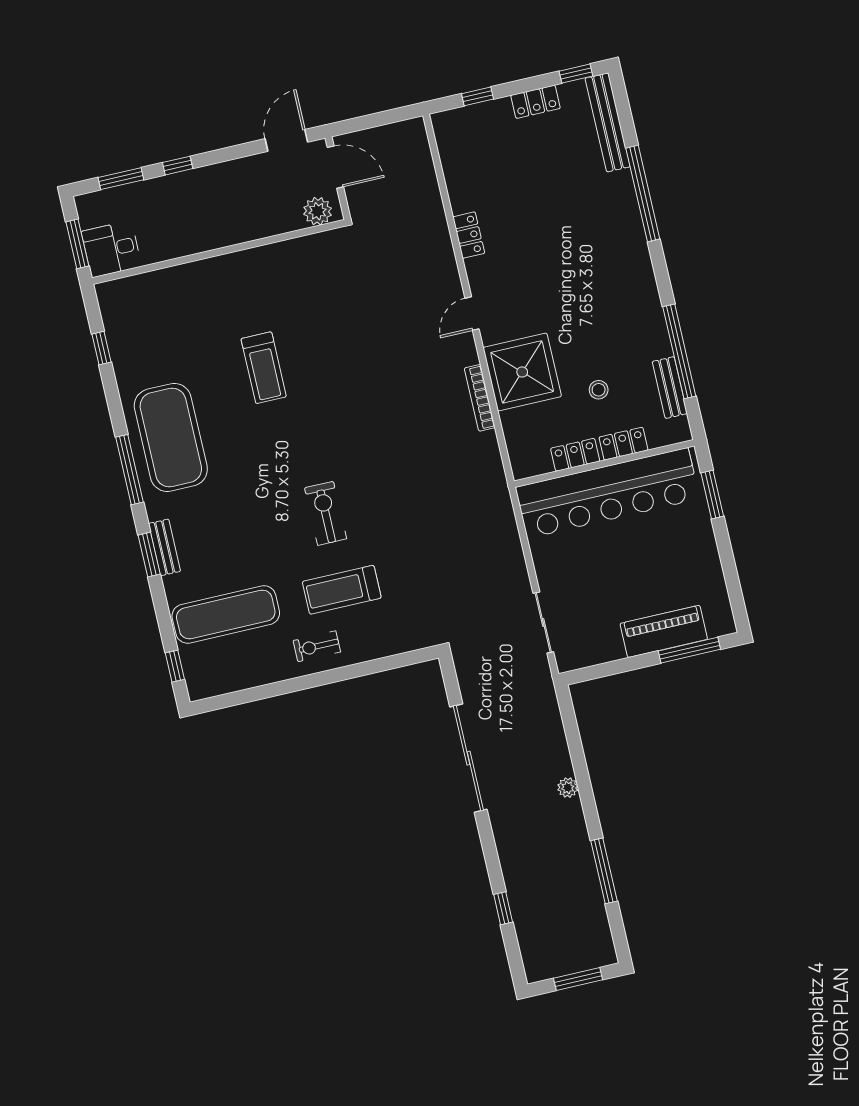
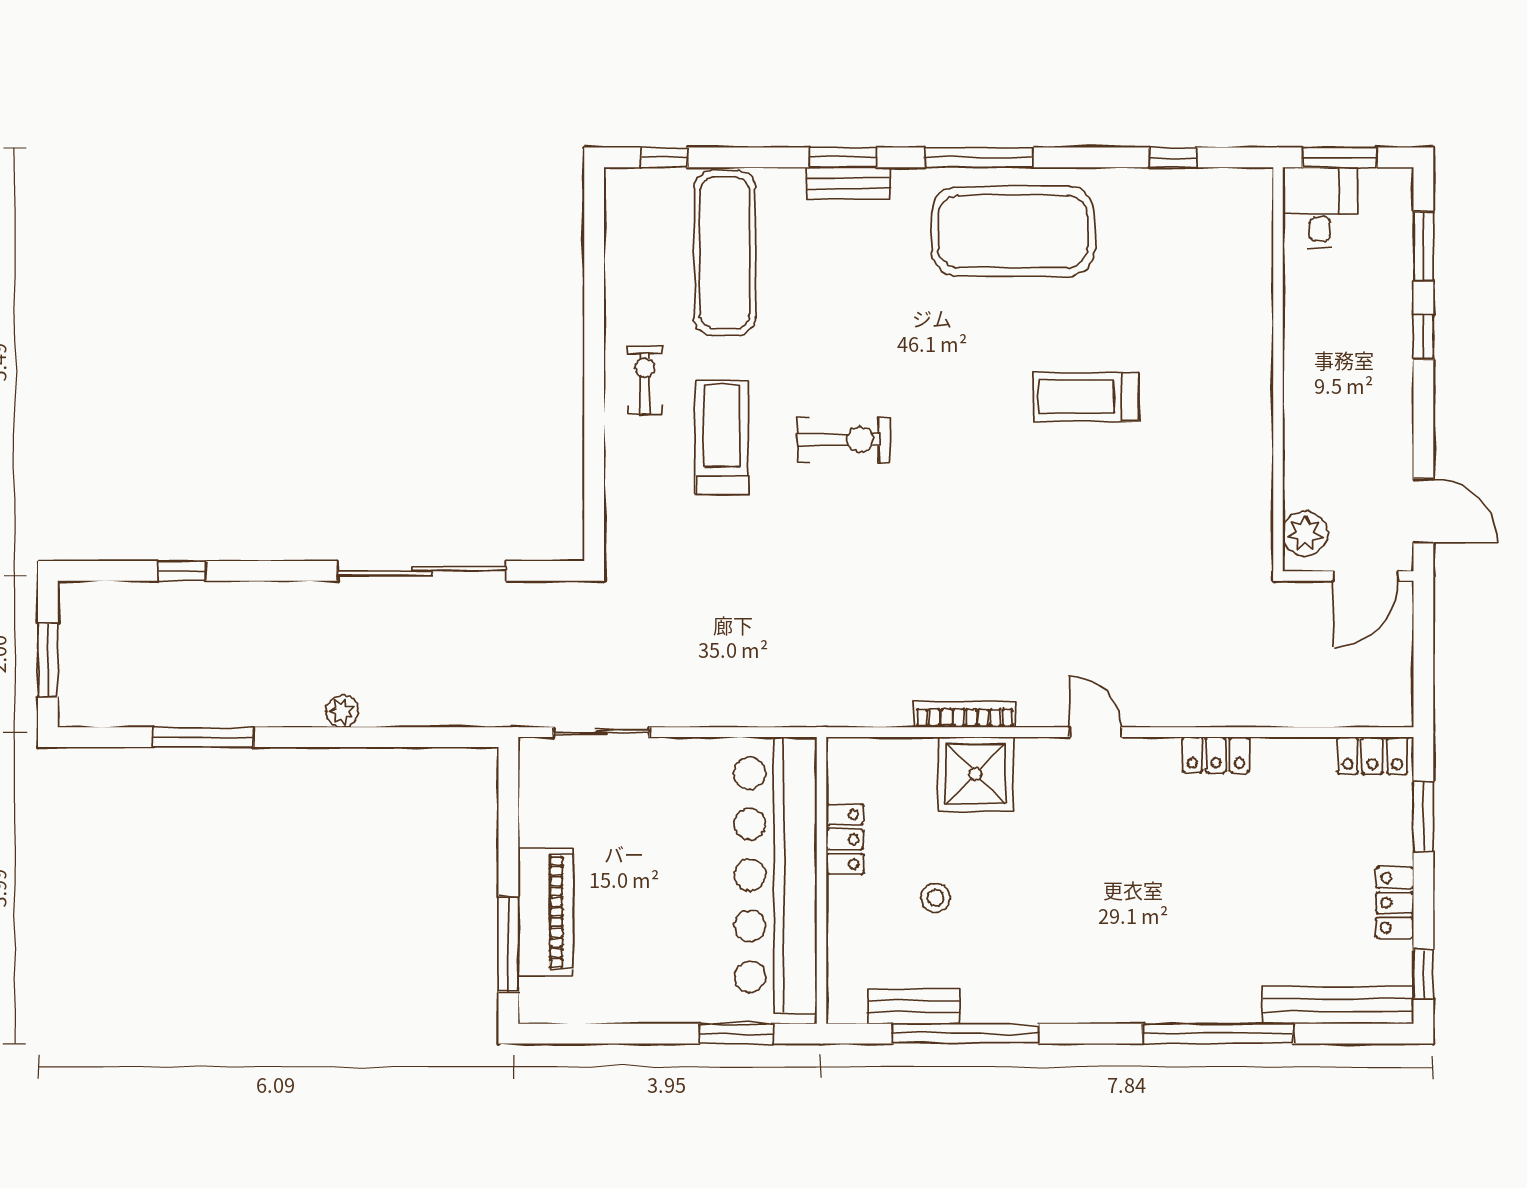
window: (477, 96) -> (1423, 817), width x1.50
shower: (522, 372) -> (976, 774), width x0.73, depth x0.73
locker: (623, 444) -> (1372, 755), moved, turned 90

